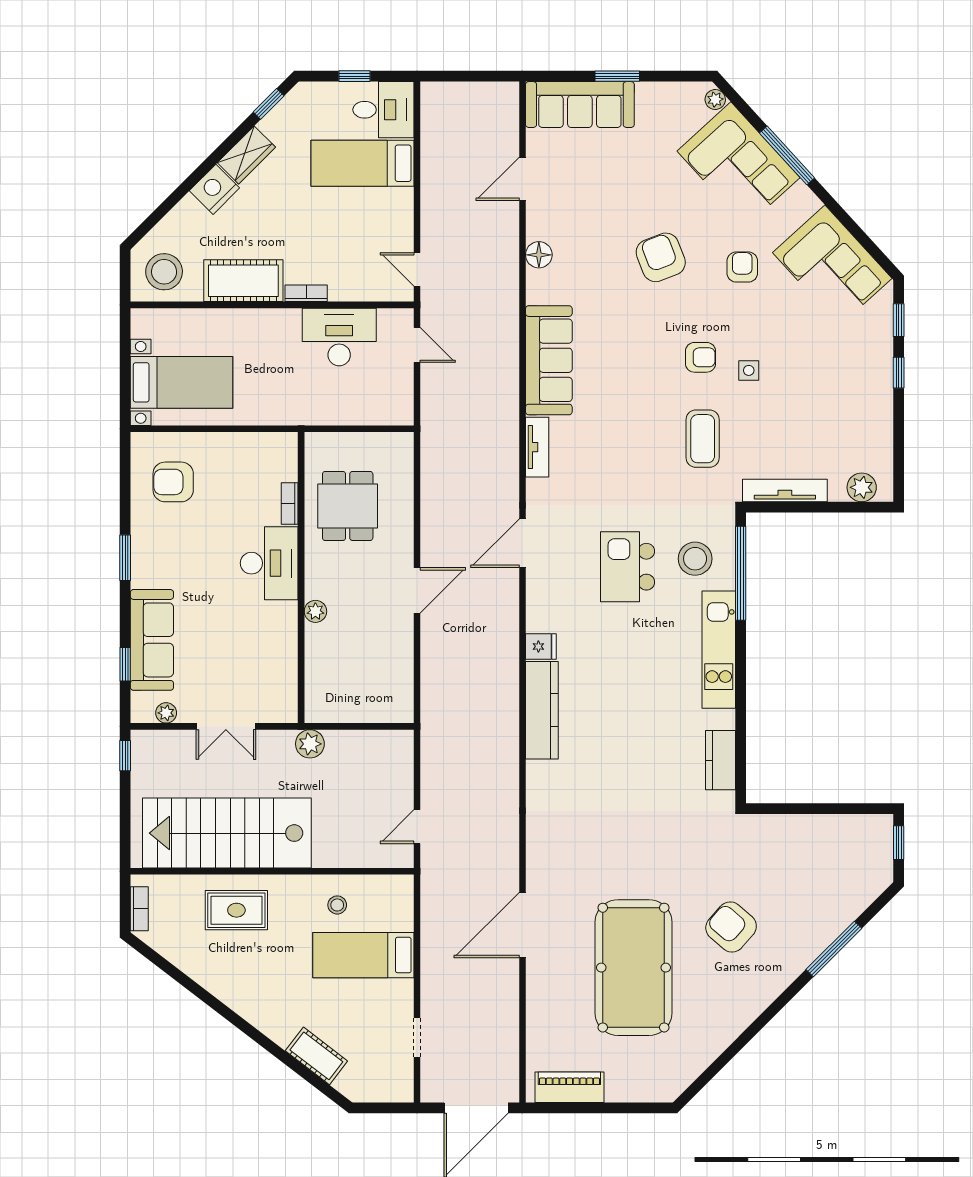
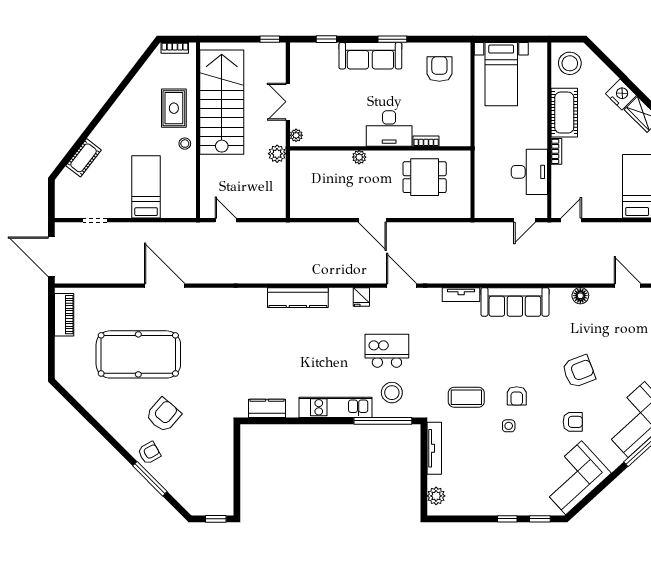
sofa: (152, 640) -> (370, 56), moved
fridge: (541, 646) -> (361, 297), moved
plant: (166, 713) -> (296, 135), moved
stool: (337, 905) -> (185, 144), moved
armchair: (792, 950) -> (149, 453), added

